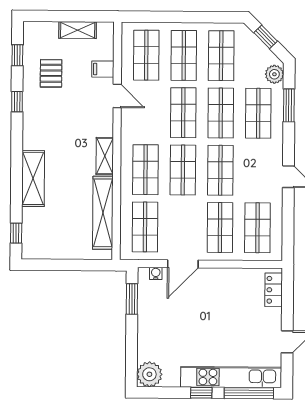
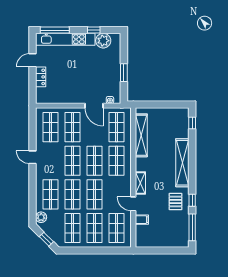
shelving: (78, 30) -> (157, 242), removed
window: (17, 55) -> (192, 227), width x2.17
pallet: (51, 73) -> (176, 201), moved
window: (289, 105) -> (32, 199), removed
shelving: (105, 156) -> (140, 183), moved
shelving: (33, 179) -> (182, 163), width x1.47
door: (183, 264) -> (94, 106), swing flipped
locker: (274, 290) -> (41, 77), moved
window: (132, 299) -> (124, 73), moved
plant: (149, 374) -> (103, 41), moved
window: (201, 393) -> (94, 30), moved

